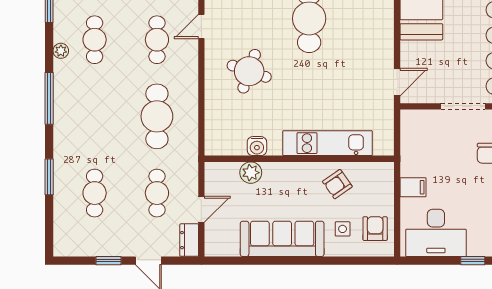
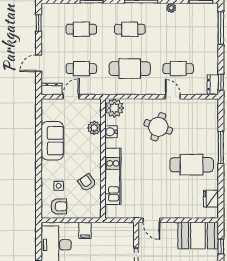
door: (201, 26) -> (173, 97), moved
cafe table: (95, 40) -> (130, 29), moved
plant: (219, 141) -> (114, 108), added
door: (201, 209) -> (71, 97), swing flipped
sofa: (282, 239) -> (52, 141), width x0.73
window: (109, 261) -> (39, 23), moved

